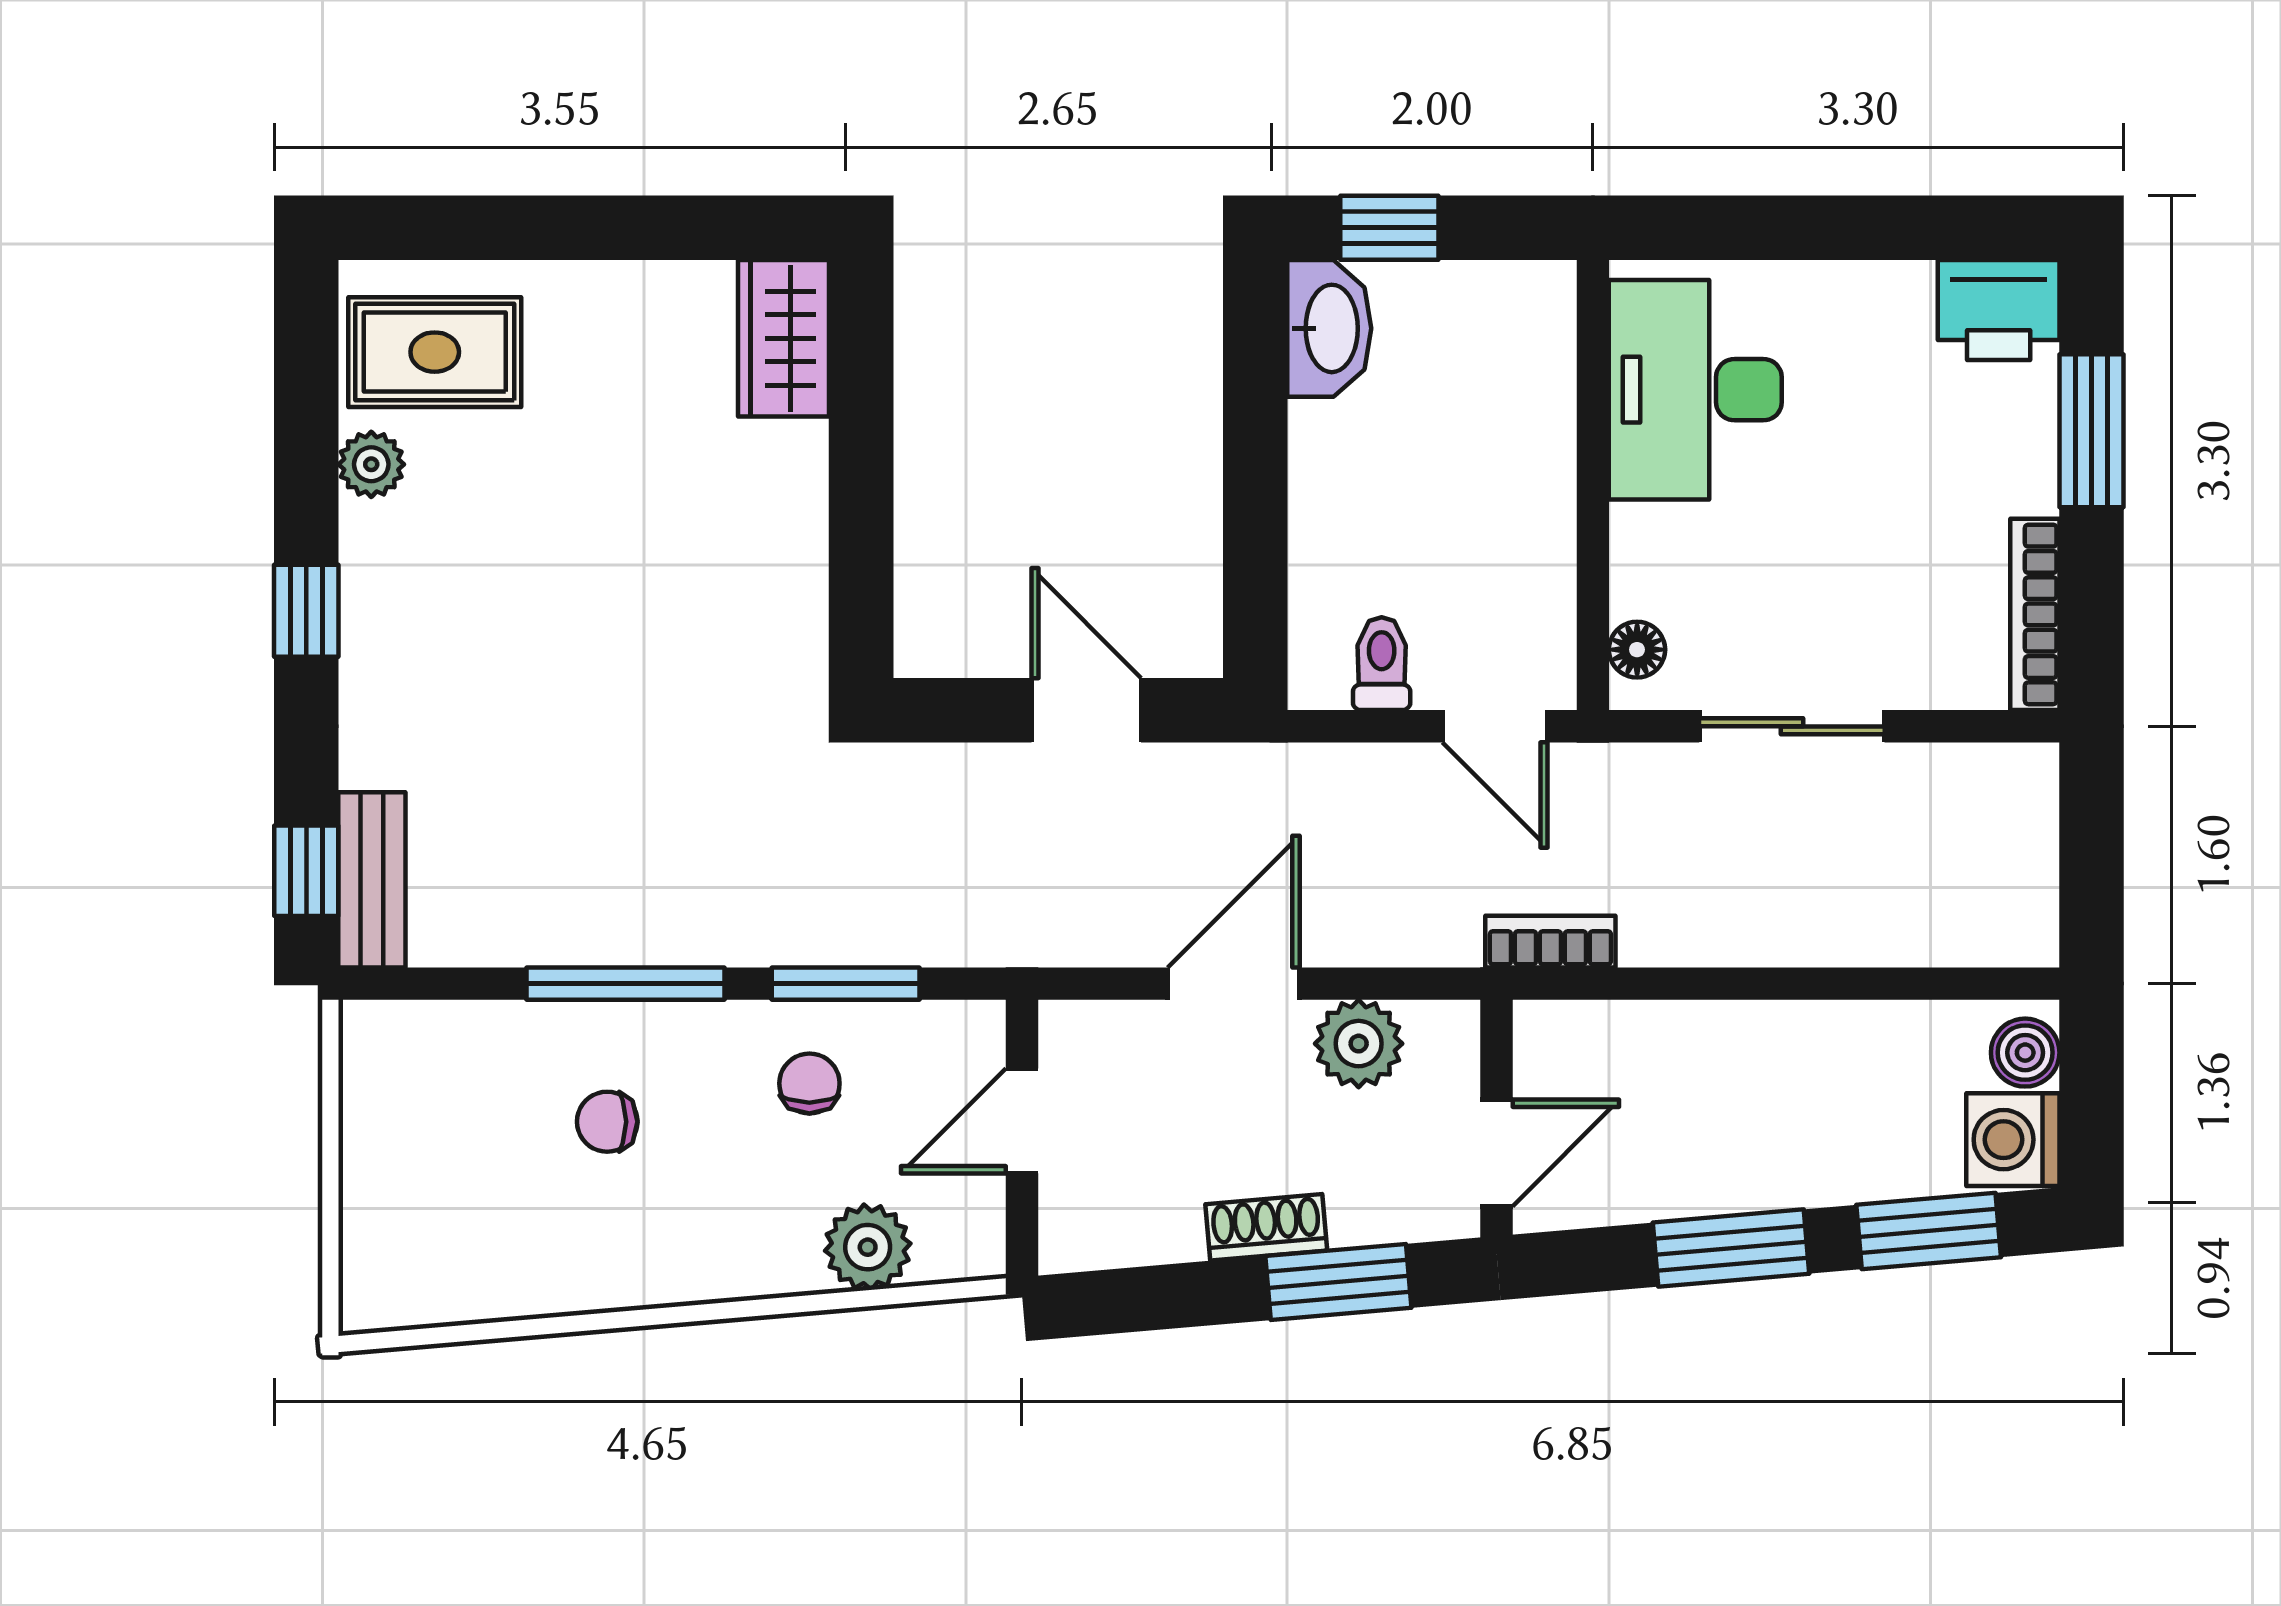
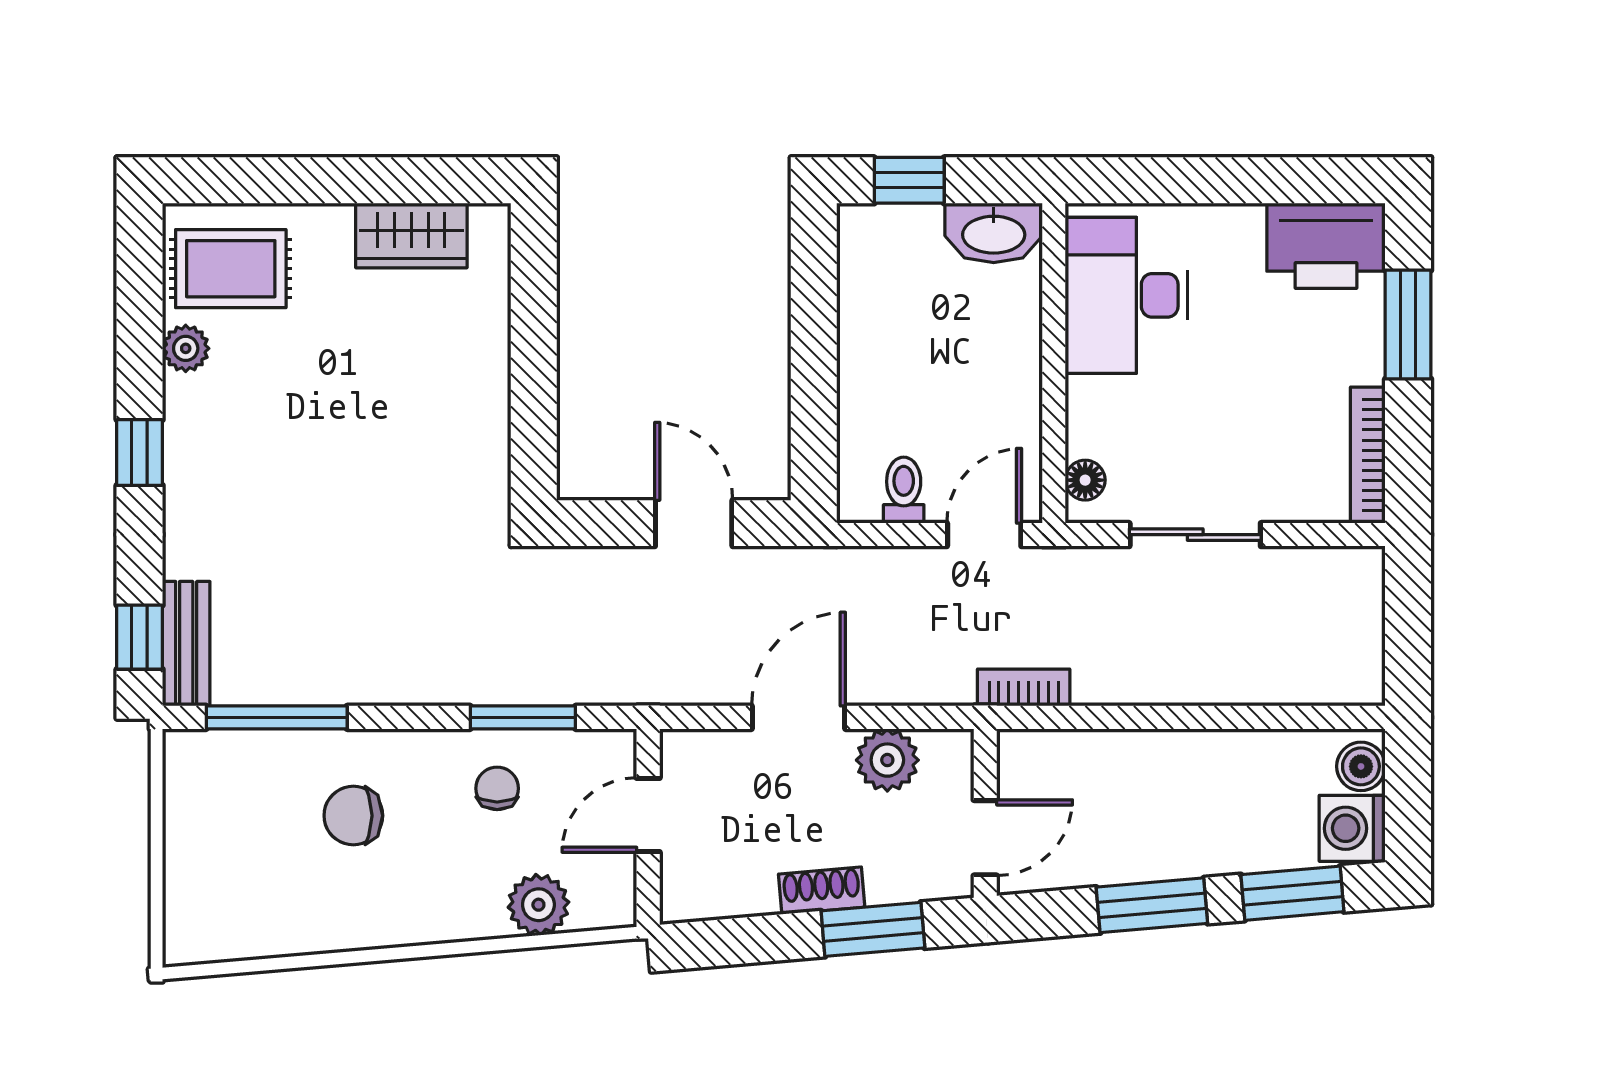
printer: (1999, 310) -> (1326, 246), width x1.37, depth x1.19
washbasin: (1329, 328) -> (994, 233), moved, turned 90
wardrobe: (784, 338) -> (411, 235), moved, turned -90
door: (1495, 726) -> (984, 535), swing flipped
window: (625, 984) -> (277, 717), moved
chair: (607, 1122) -> (353, 816), width x1.37, depth x1.37

